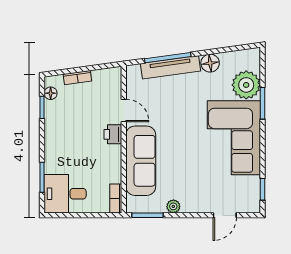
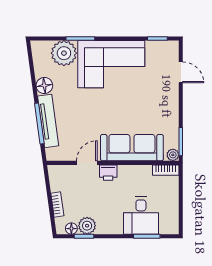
plant: (54, 111) -> (87, 226), added
desk: (65, 194) -> (141, 216), moved
plant: (173, 206) -> (173, 155), moved

